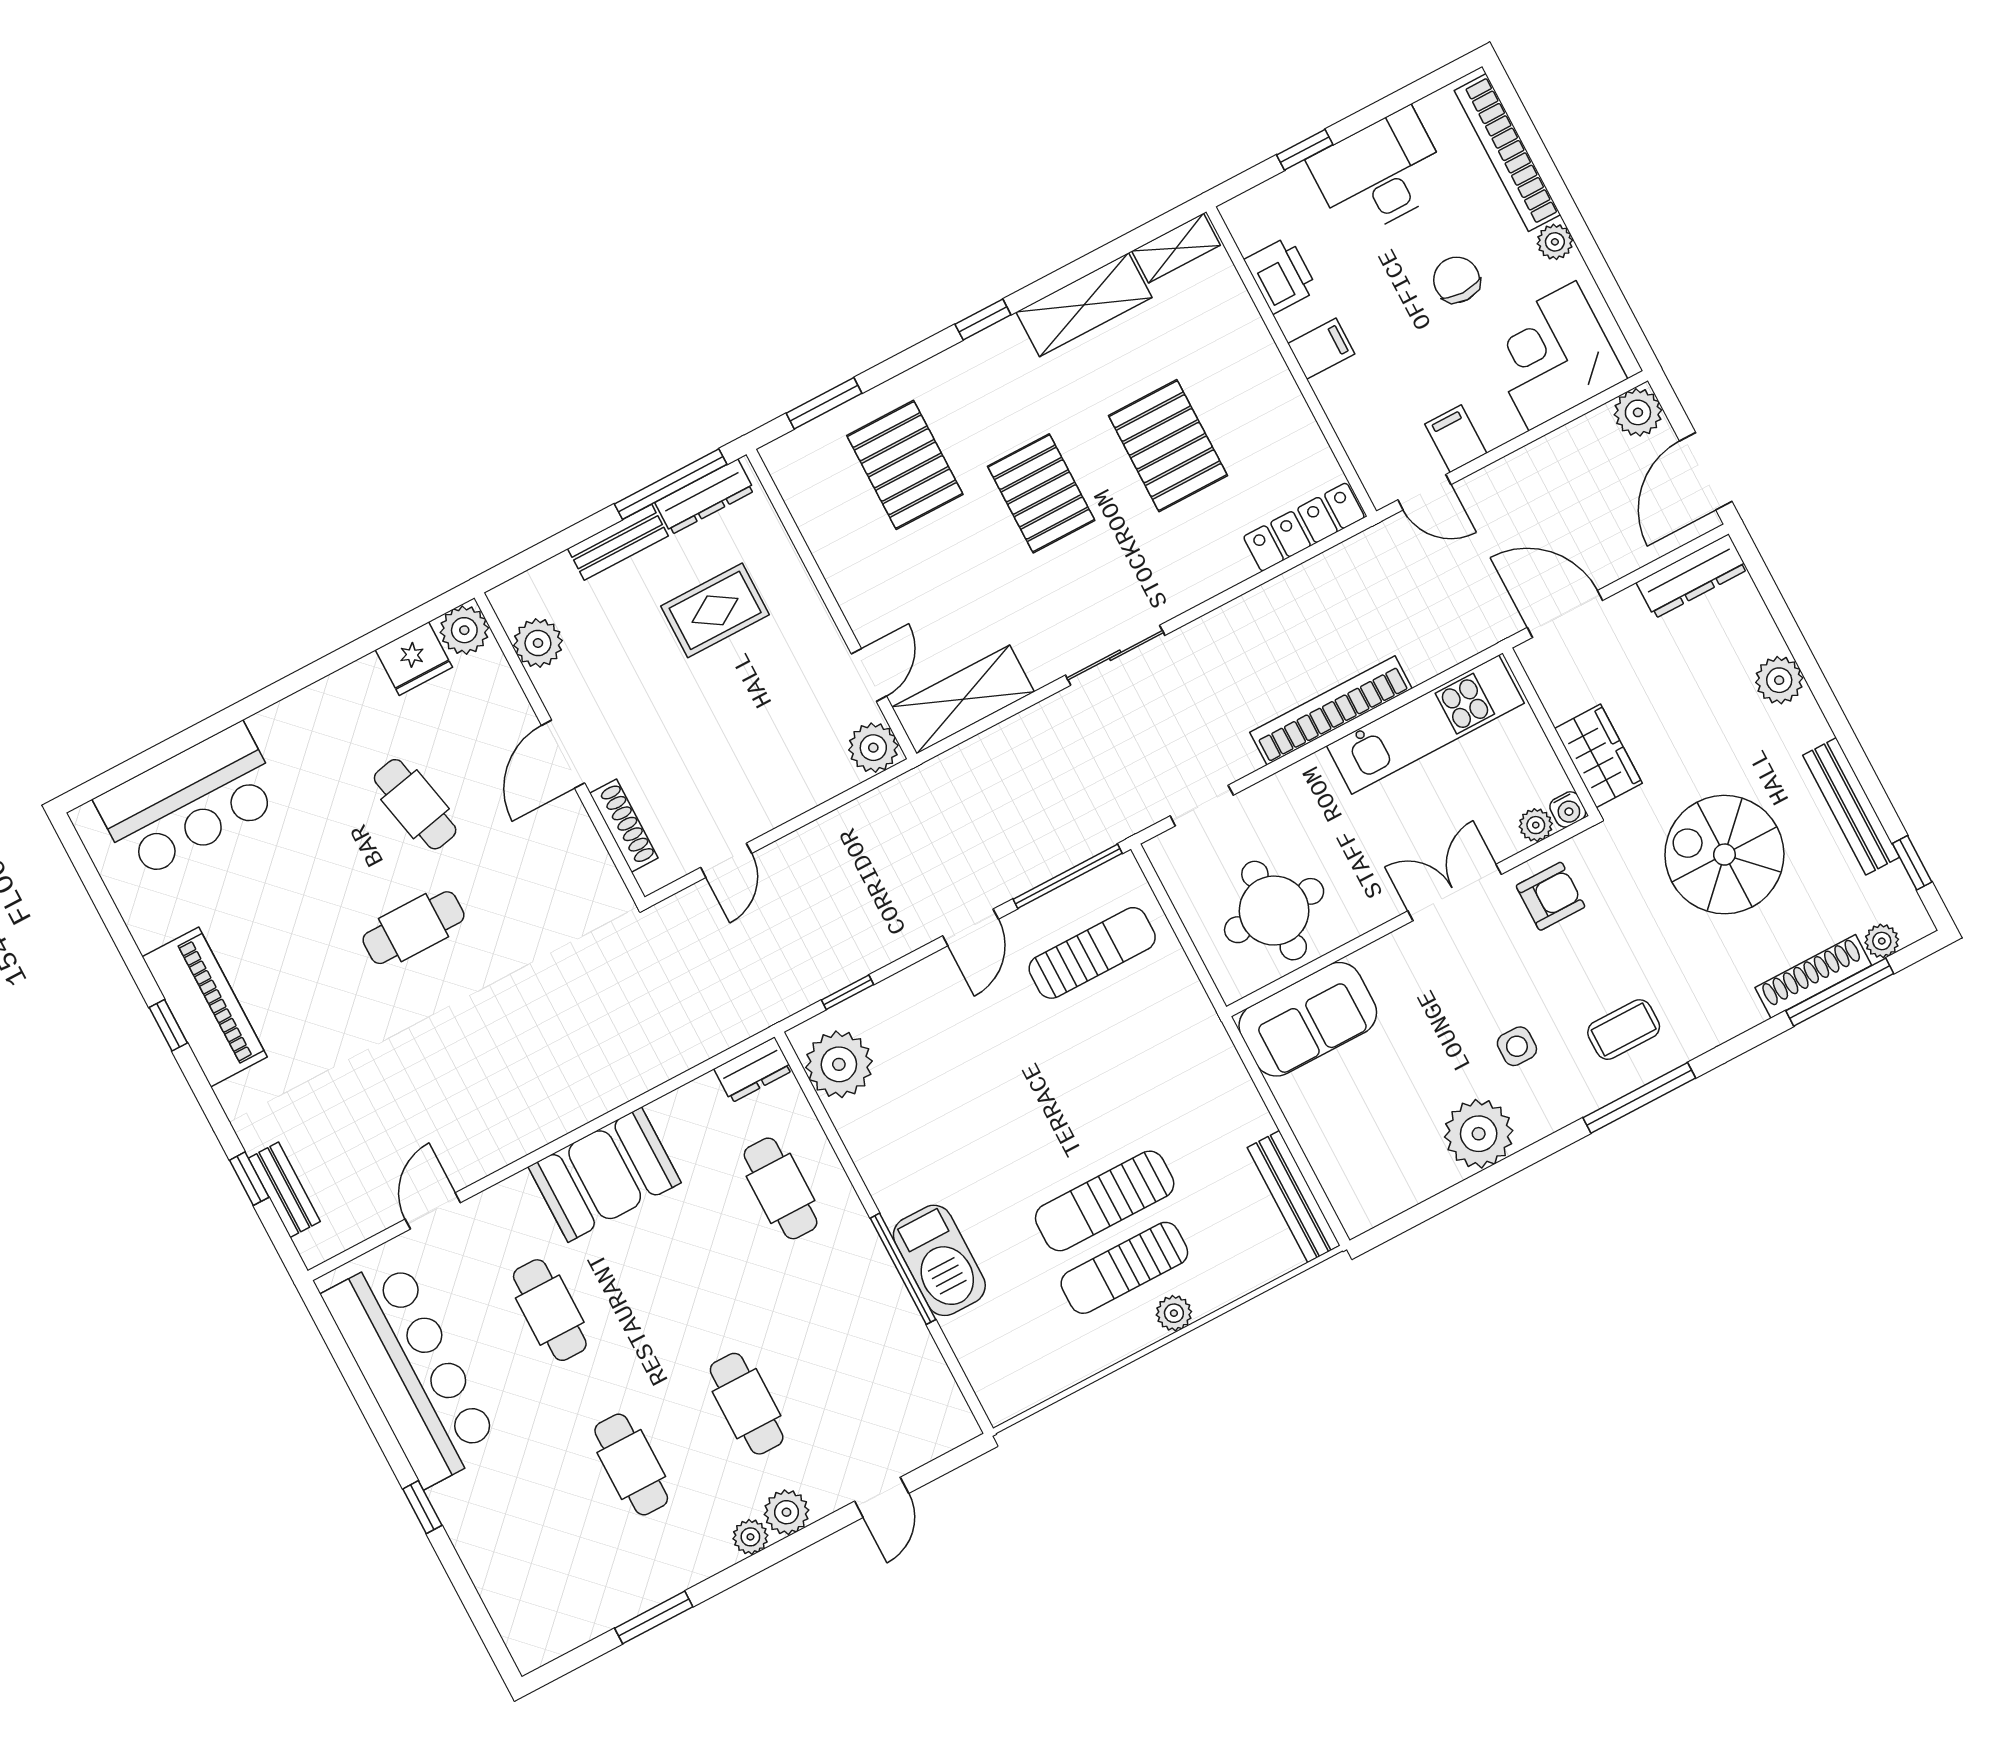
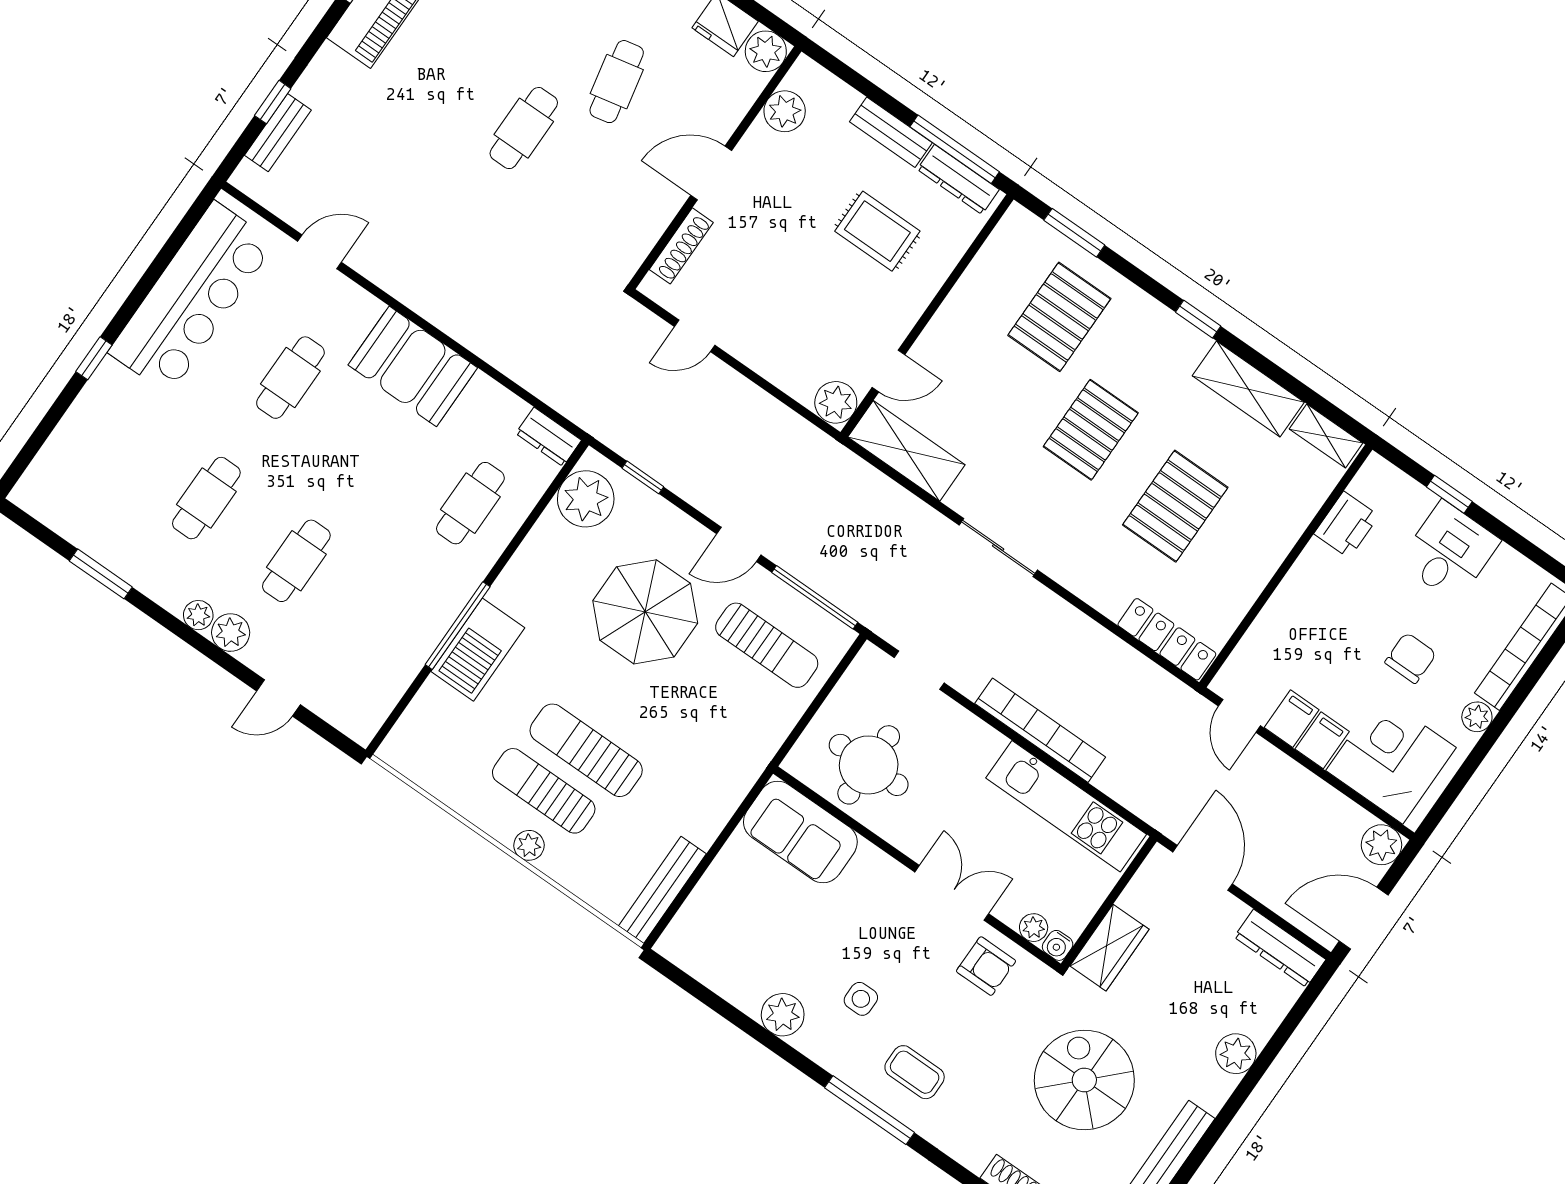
desk: (1380, 173) -> (1449, 552), width x0.73
filing cabinet: (1321, 349) -> (1322, 740), moved, turned -90
cafe table: (413, 928) -> (524, 128), turned 90
parasol: (991, 1063) -> (645, 612), added
plant: (1479, 1134) -> (783, 1015), width x0.73, depth x0.73

